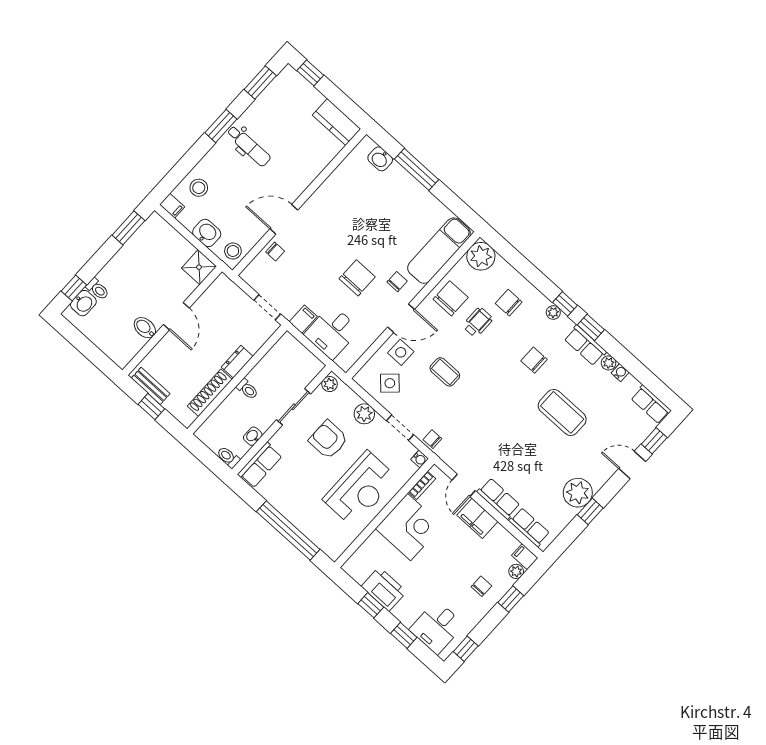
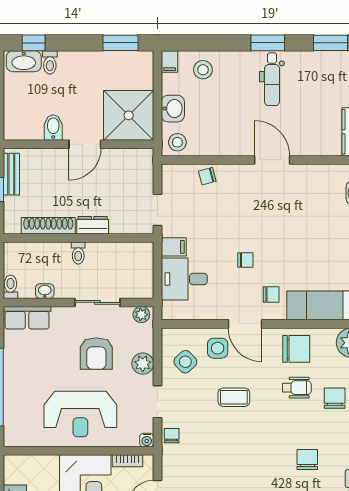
door: (284, 219) -> (272, 160), moved
chair: (275, 251) -> (207, 176), turned 75
shower: (199, 267) -> (129, 115), width x1.86, depth x1.86
chair: (357, 278) -> (245, 260), width x0.54, depth x0.54
washbasin: (83, 303) -> (24, 61), width x1.38
coffee table: (445, 372) -> (234, 397), turned 90
armchair: (328, 440) -> (96, 354), turned 180

